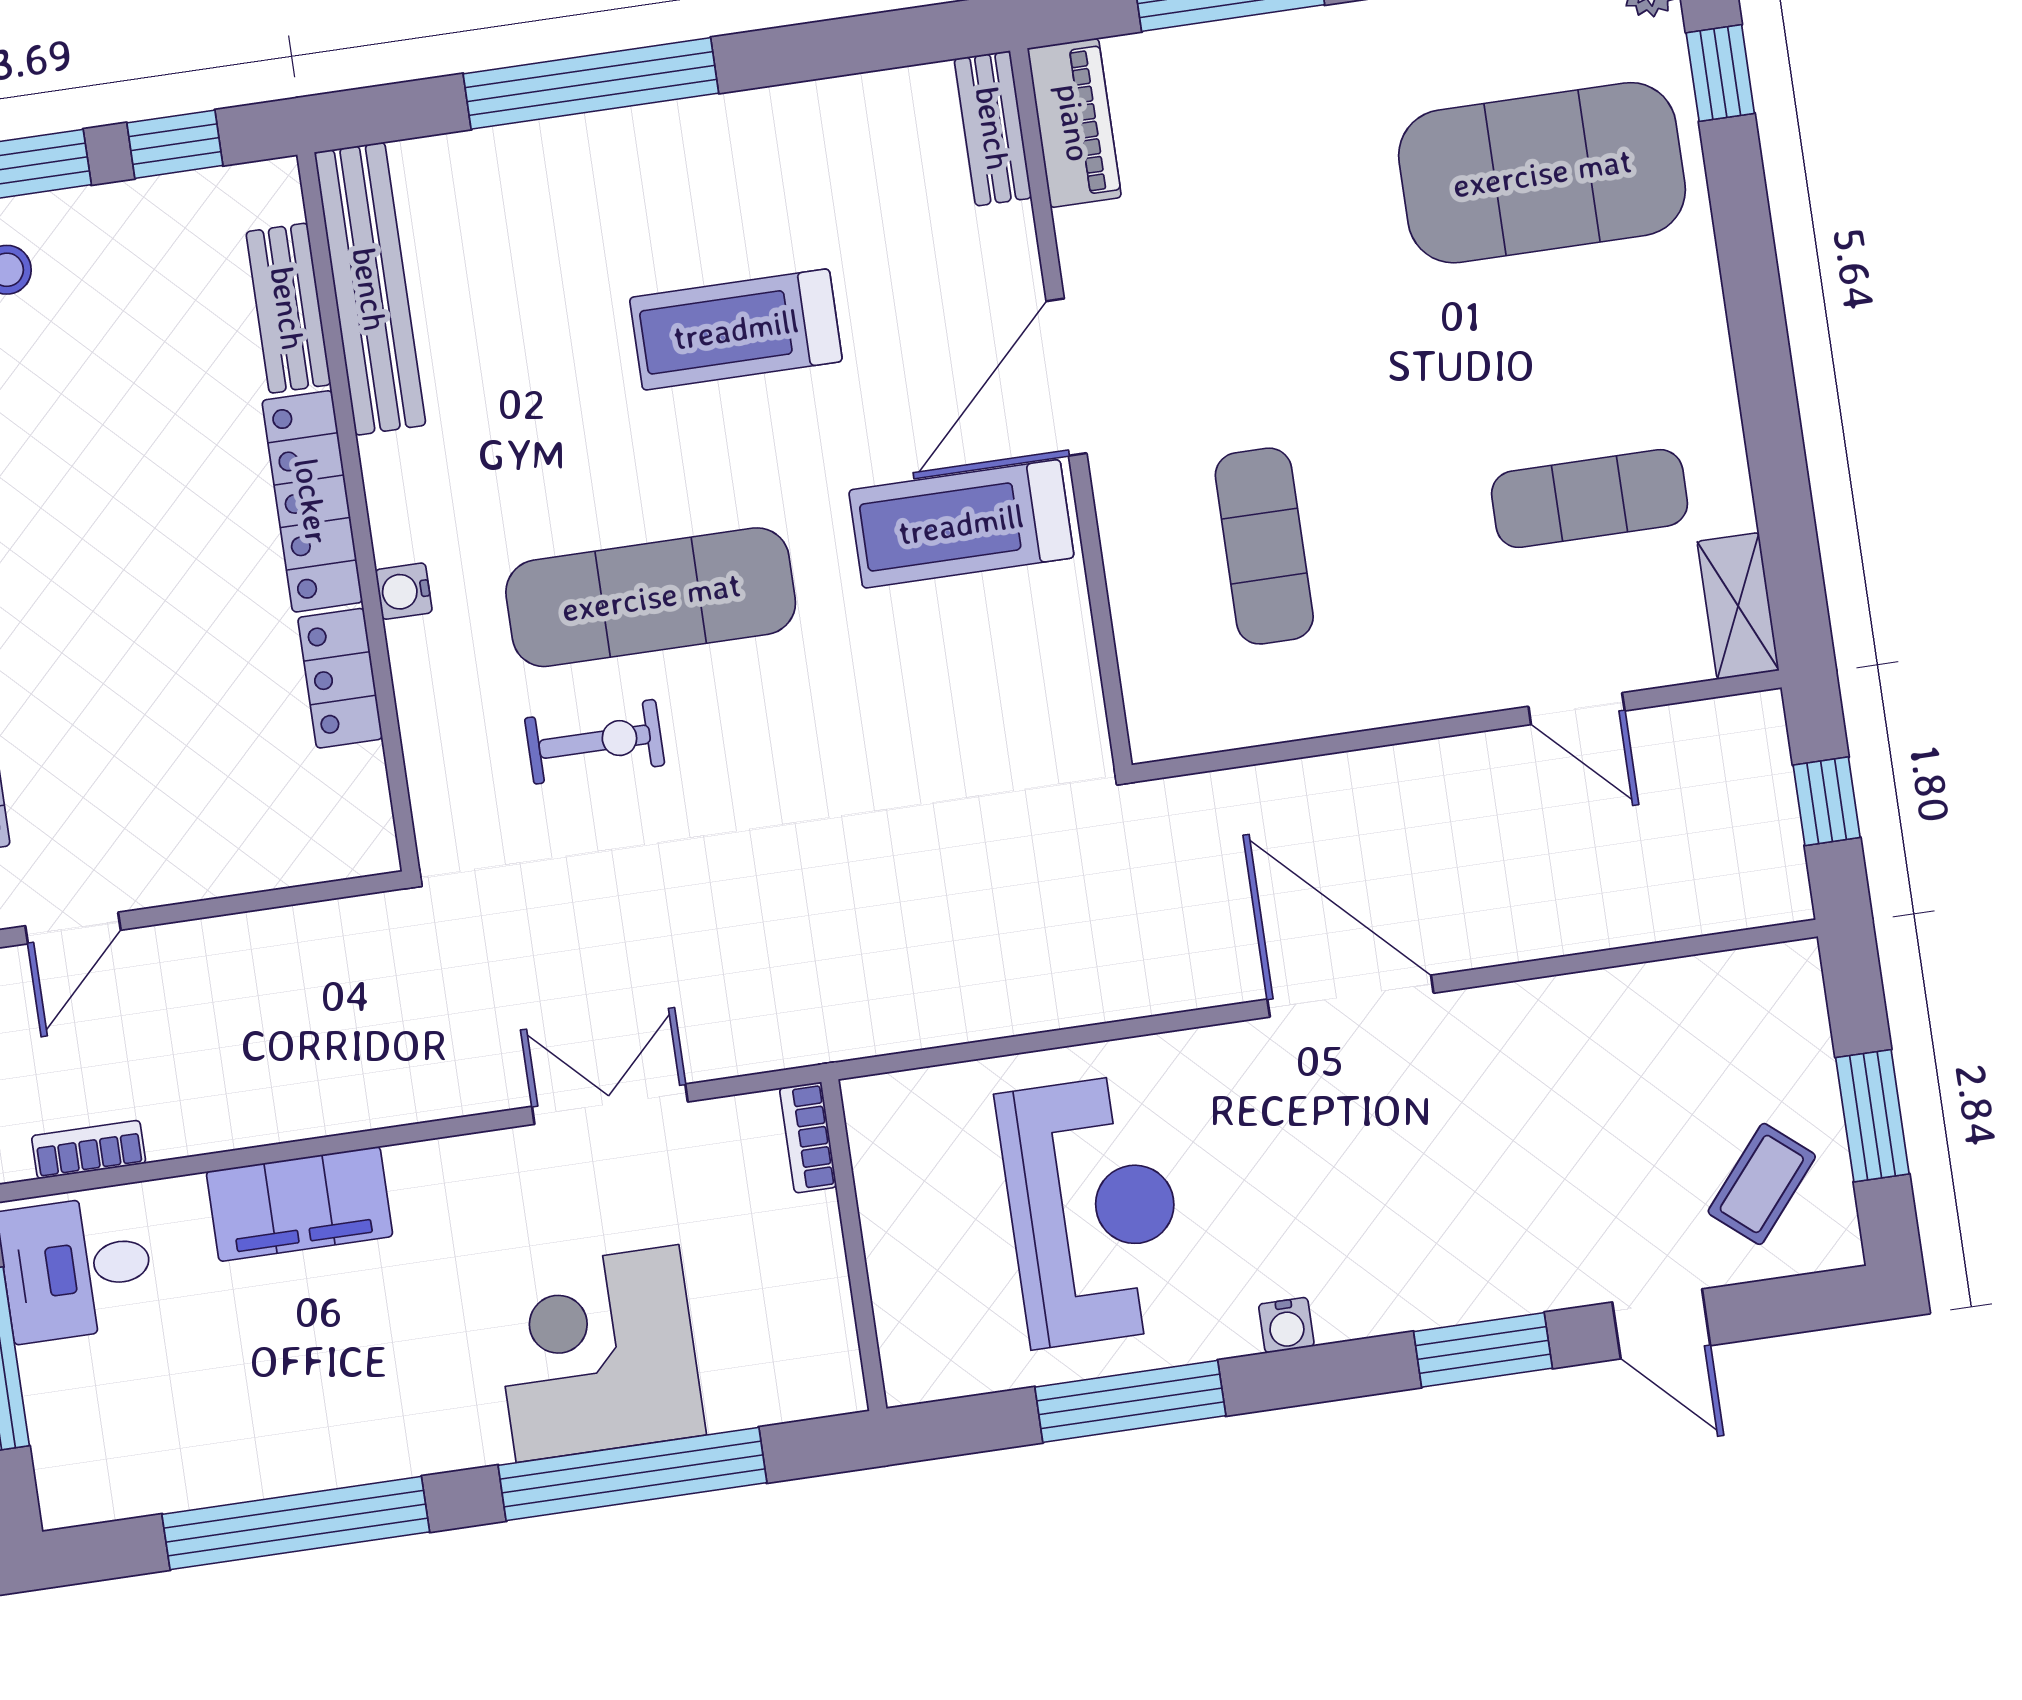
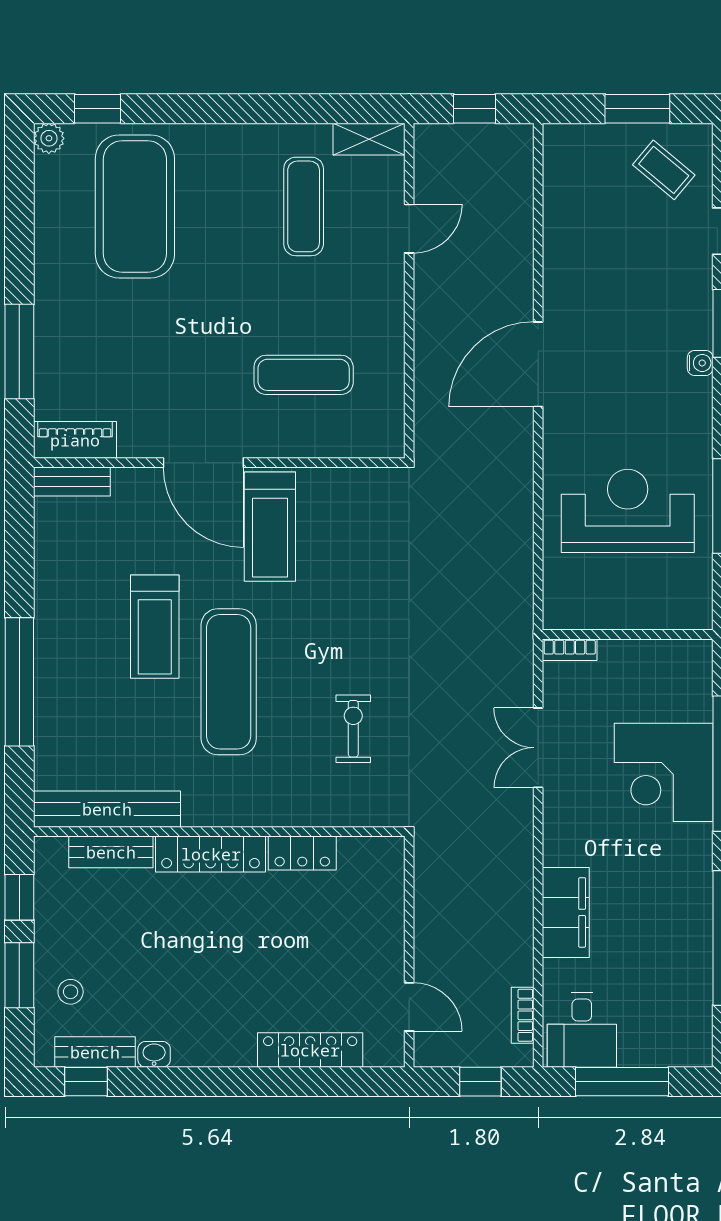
water cooler: (404, 591) -> (263, 814), removed
exercise mat: (651, 597) -> (229, 682), moved
water cooler: (1286, 1325) -> (700, 363), moved

